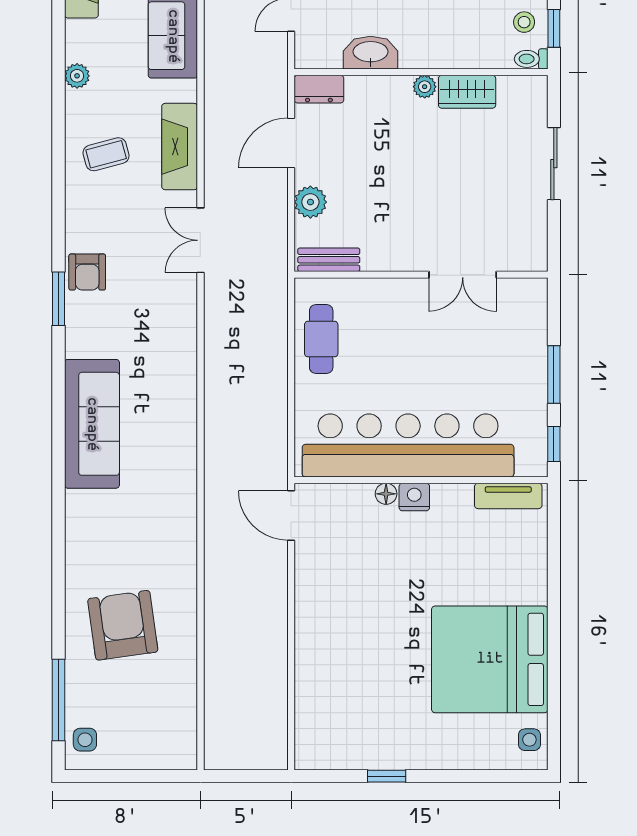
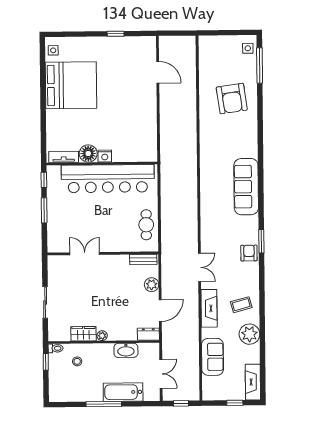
stool: (524, 22) -> (77, 361), moved
plant: (77, 76) -> (249, 334), width x1.87, depth x1.87
floor lamp: (386, 494) -> (88, 153), moved, width x1.89, depth x1.89
door: (291, 516) -> (158, 72), moved

